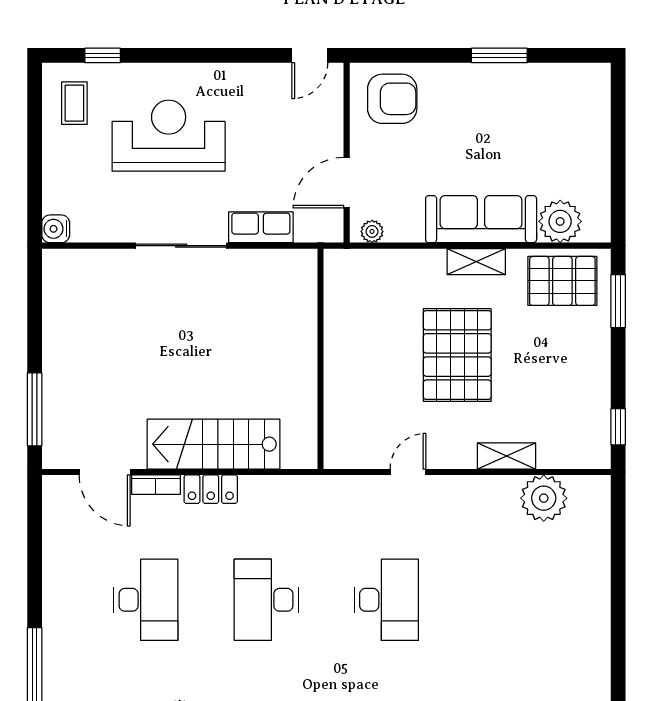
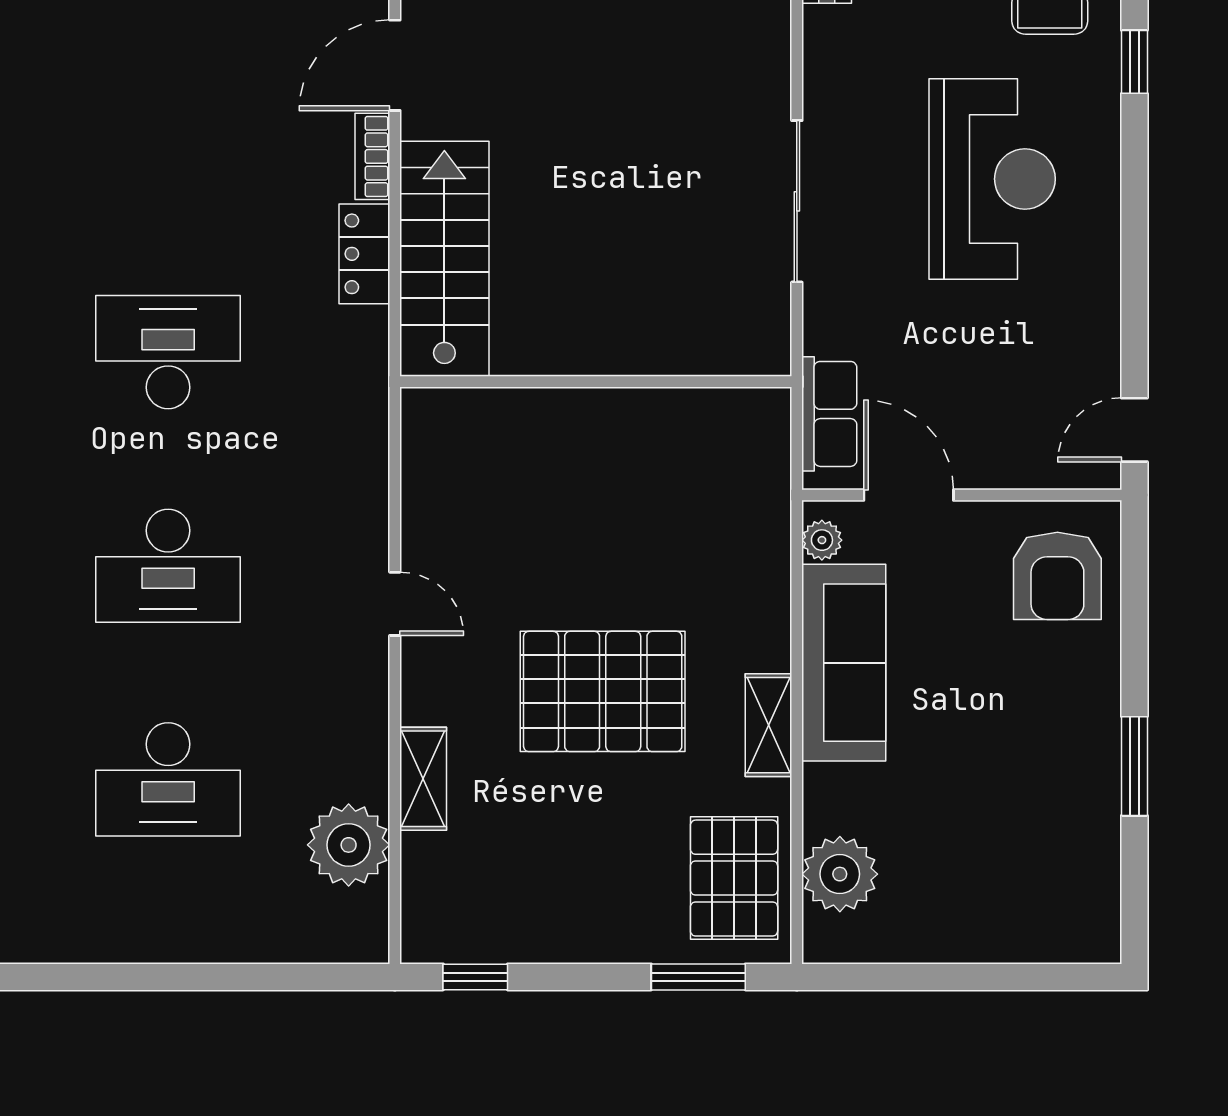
door: (310, 55) -> (1134, 430), hinge flipped
sofa: (481, 219) -> (844, 663), moved
row of seats: (261, 227) -> (829, 414), moved
wall: (320, 359) -> (596, 382), moved
desk: (146, 600) -> (168, 779), moved

